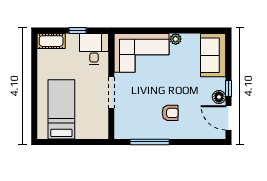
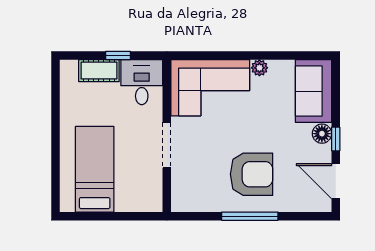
cot: (51, 41) -> (99, 71), moved
floor lamp: (219, 97) -> (322, 134), moved
armchair: (170, 113) -> (252, 174), width x1.88, depth x1.88
window: (150, 142) -> (250, 216), moved

